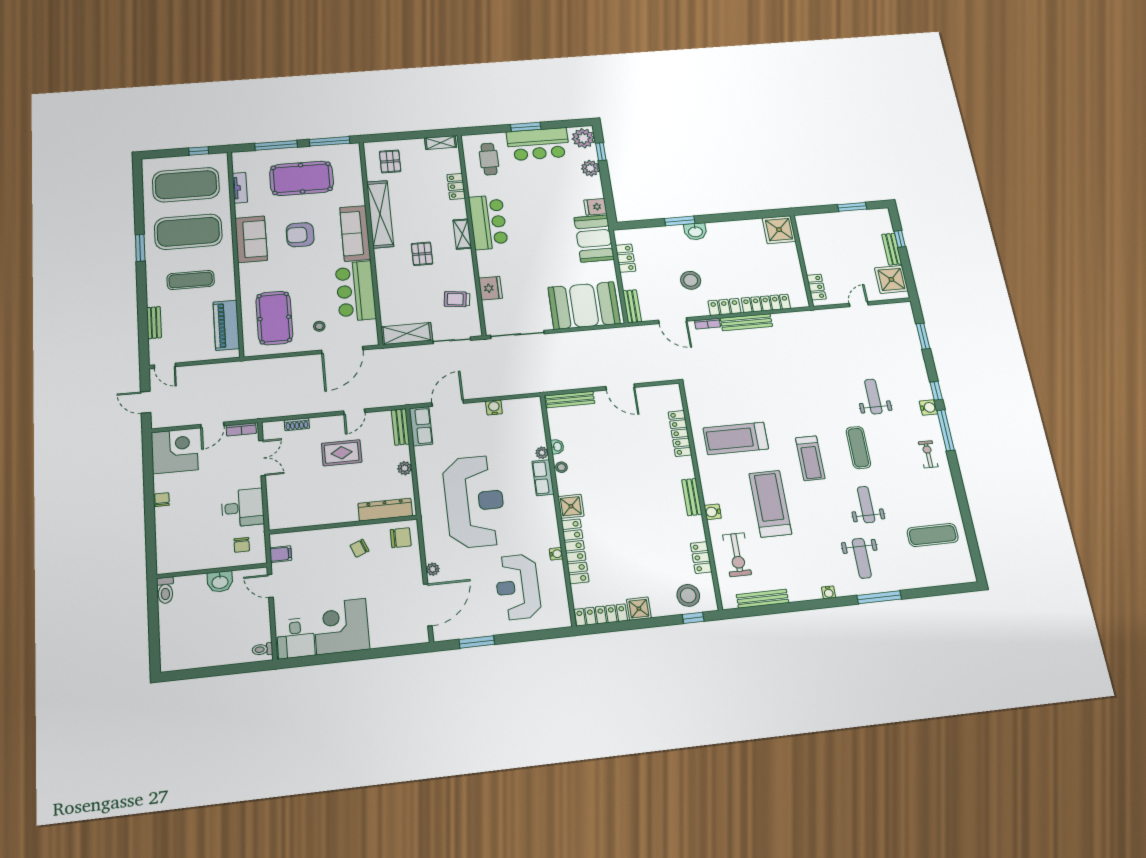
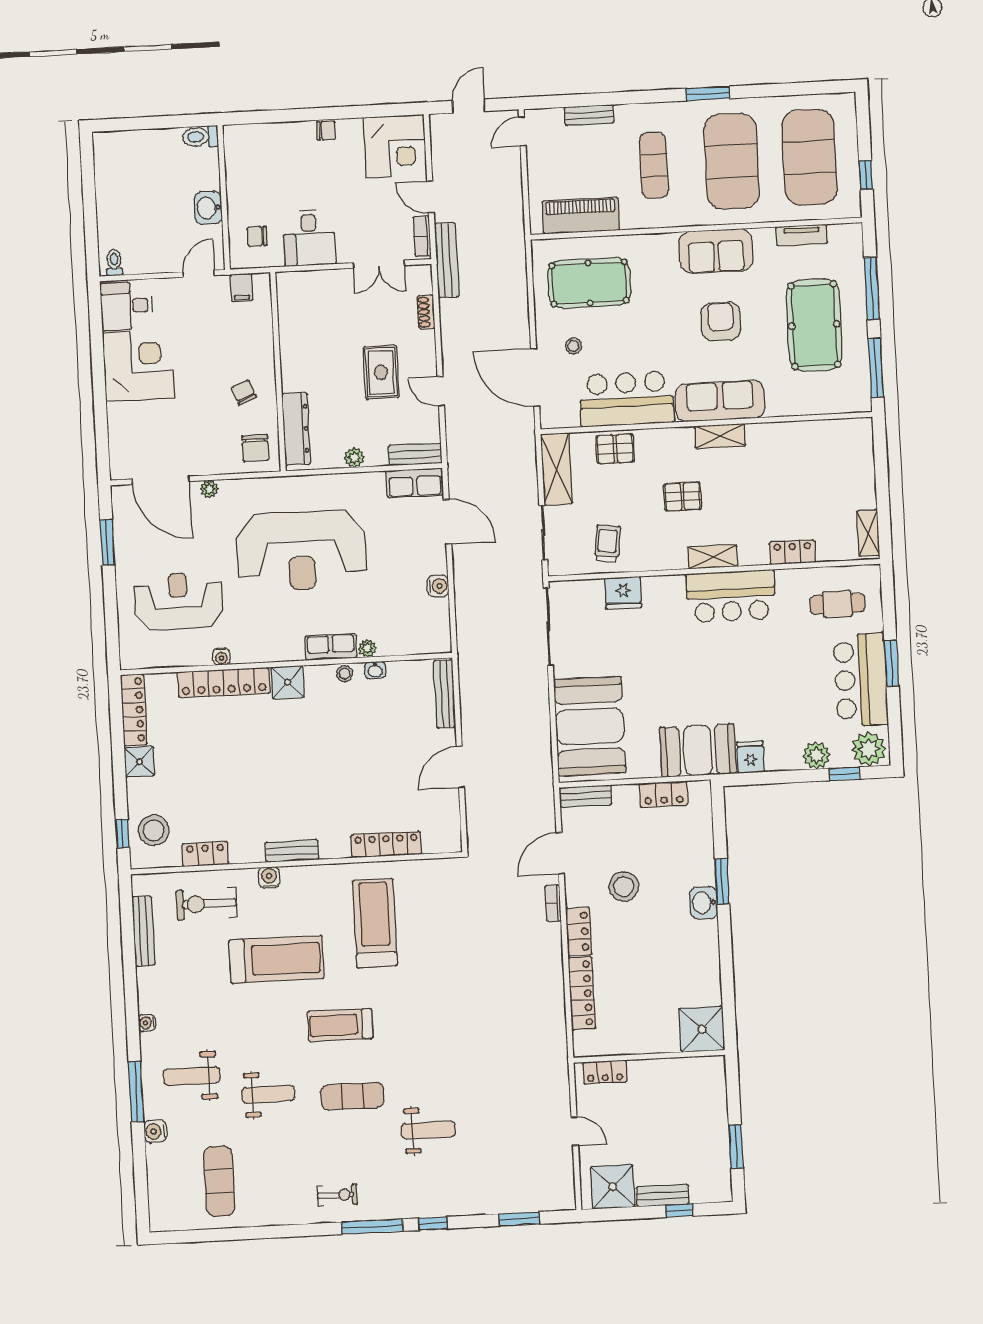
pallet: (390, 161) -> (615, 449), moved
shelving: (380, 214) -> (720, 436), width x0.45, depth x0.75
bench: (746, 322) -> (447, 260), moved
water cooler: (928, 408) -> (155, 1131), moved, turned 90

